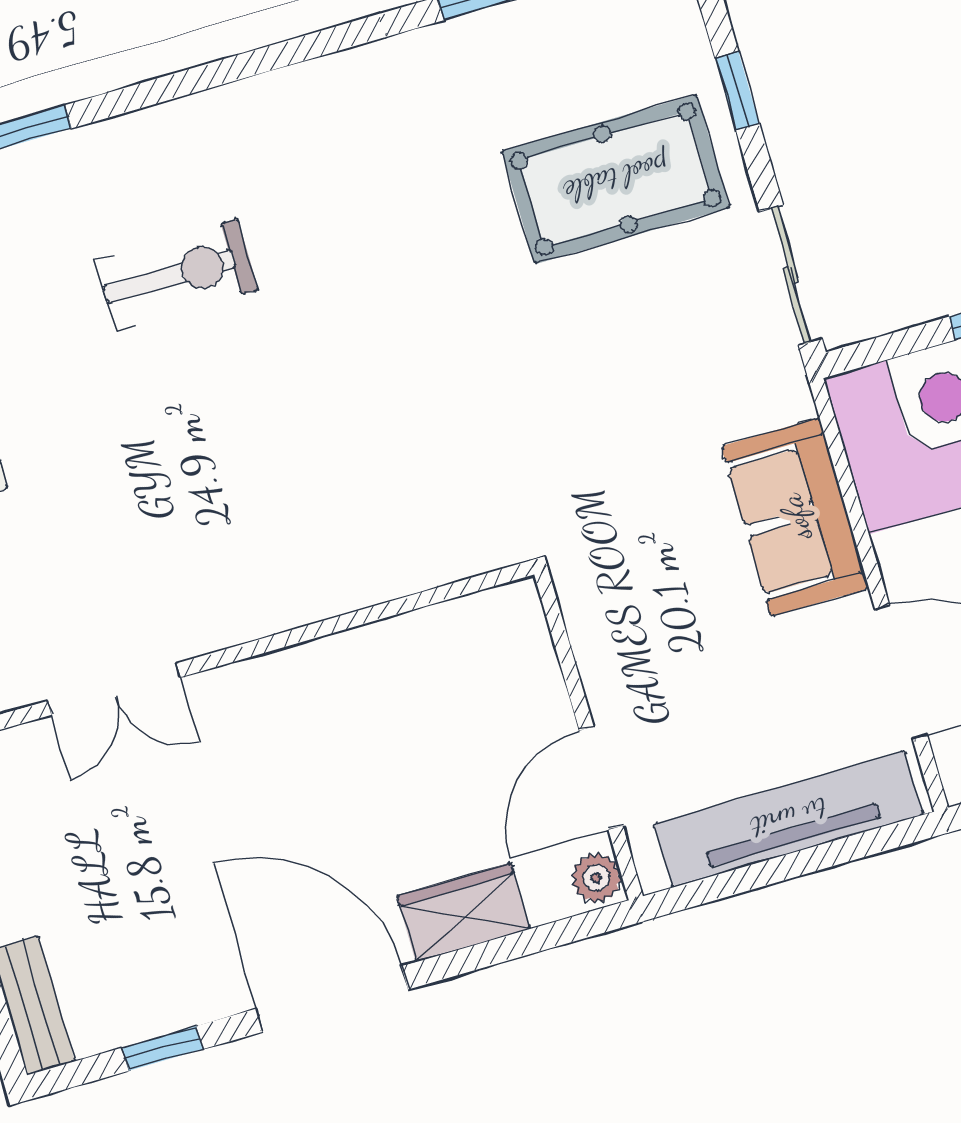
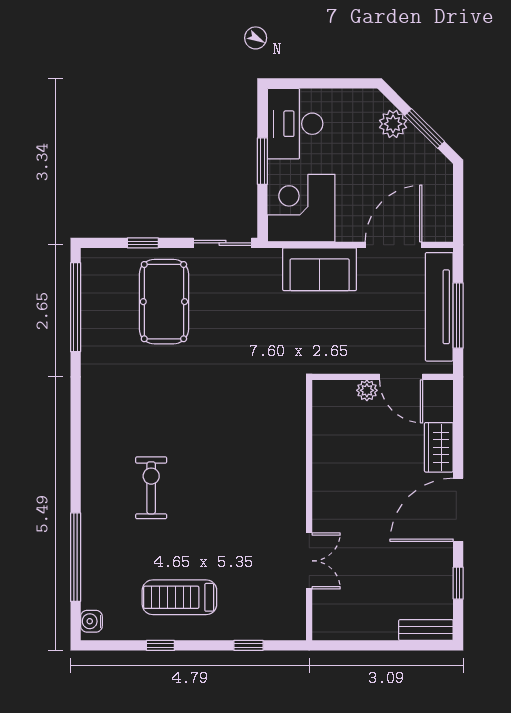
window: (781, 869) -> (458, 316), added
plant: (596, 878) -> (367, 390), moved

